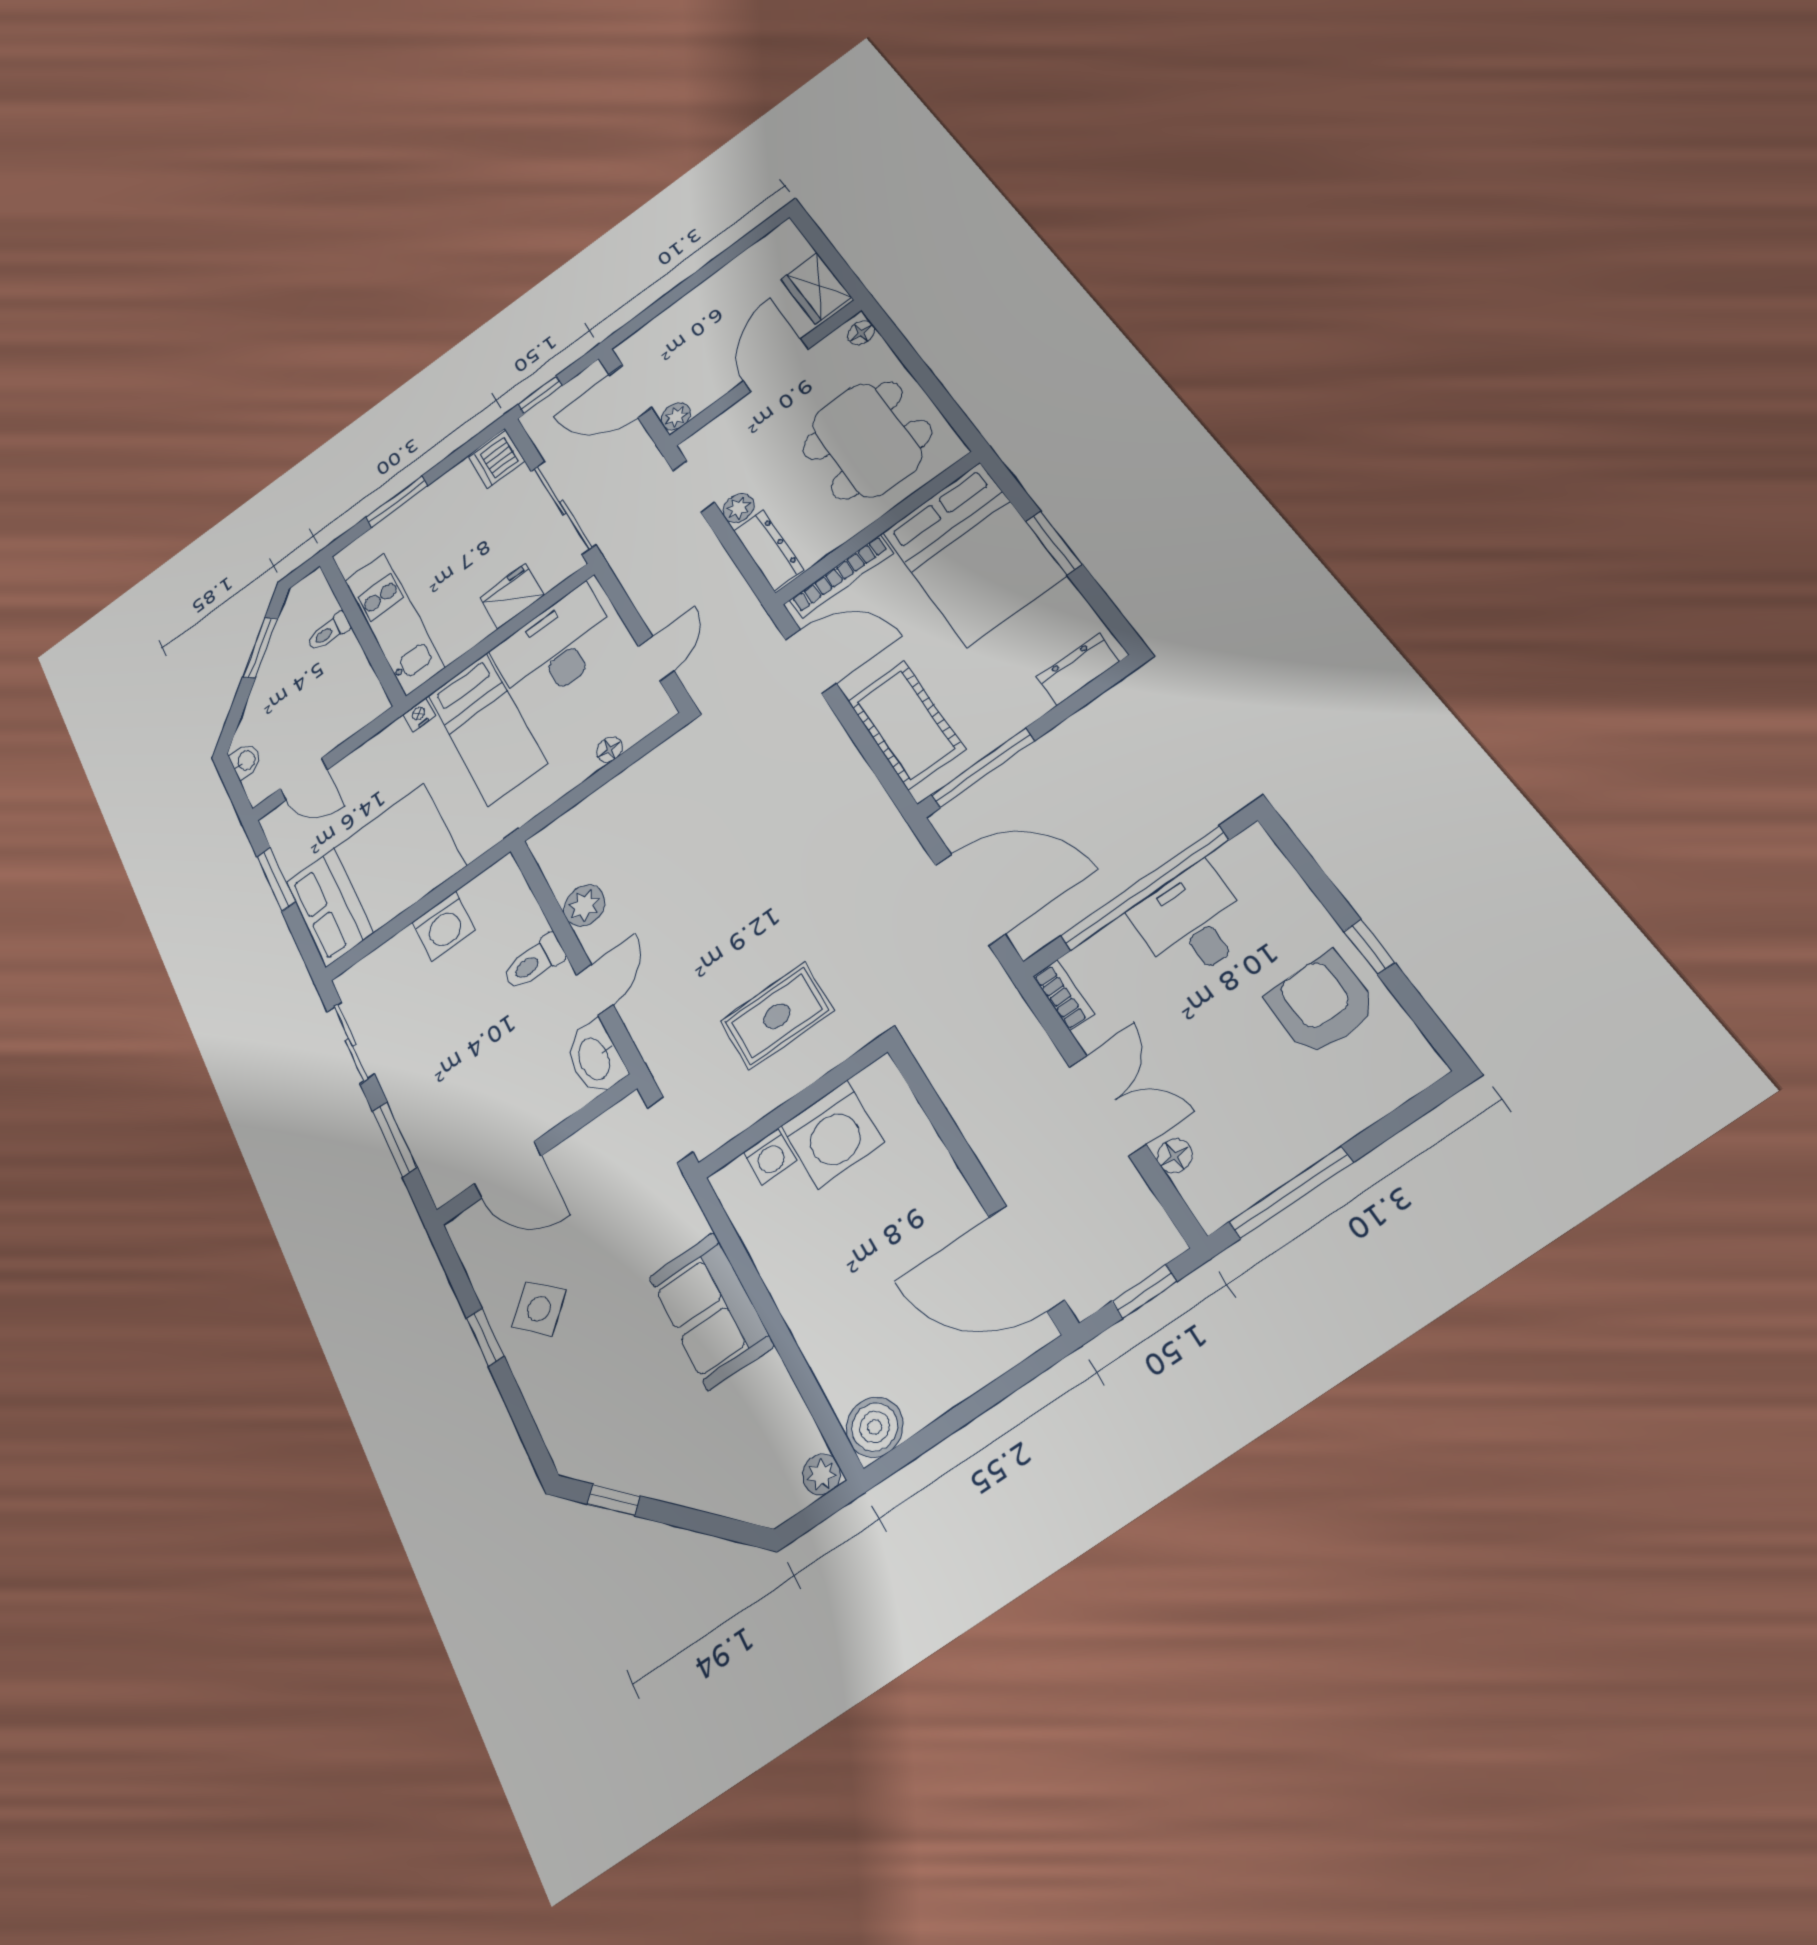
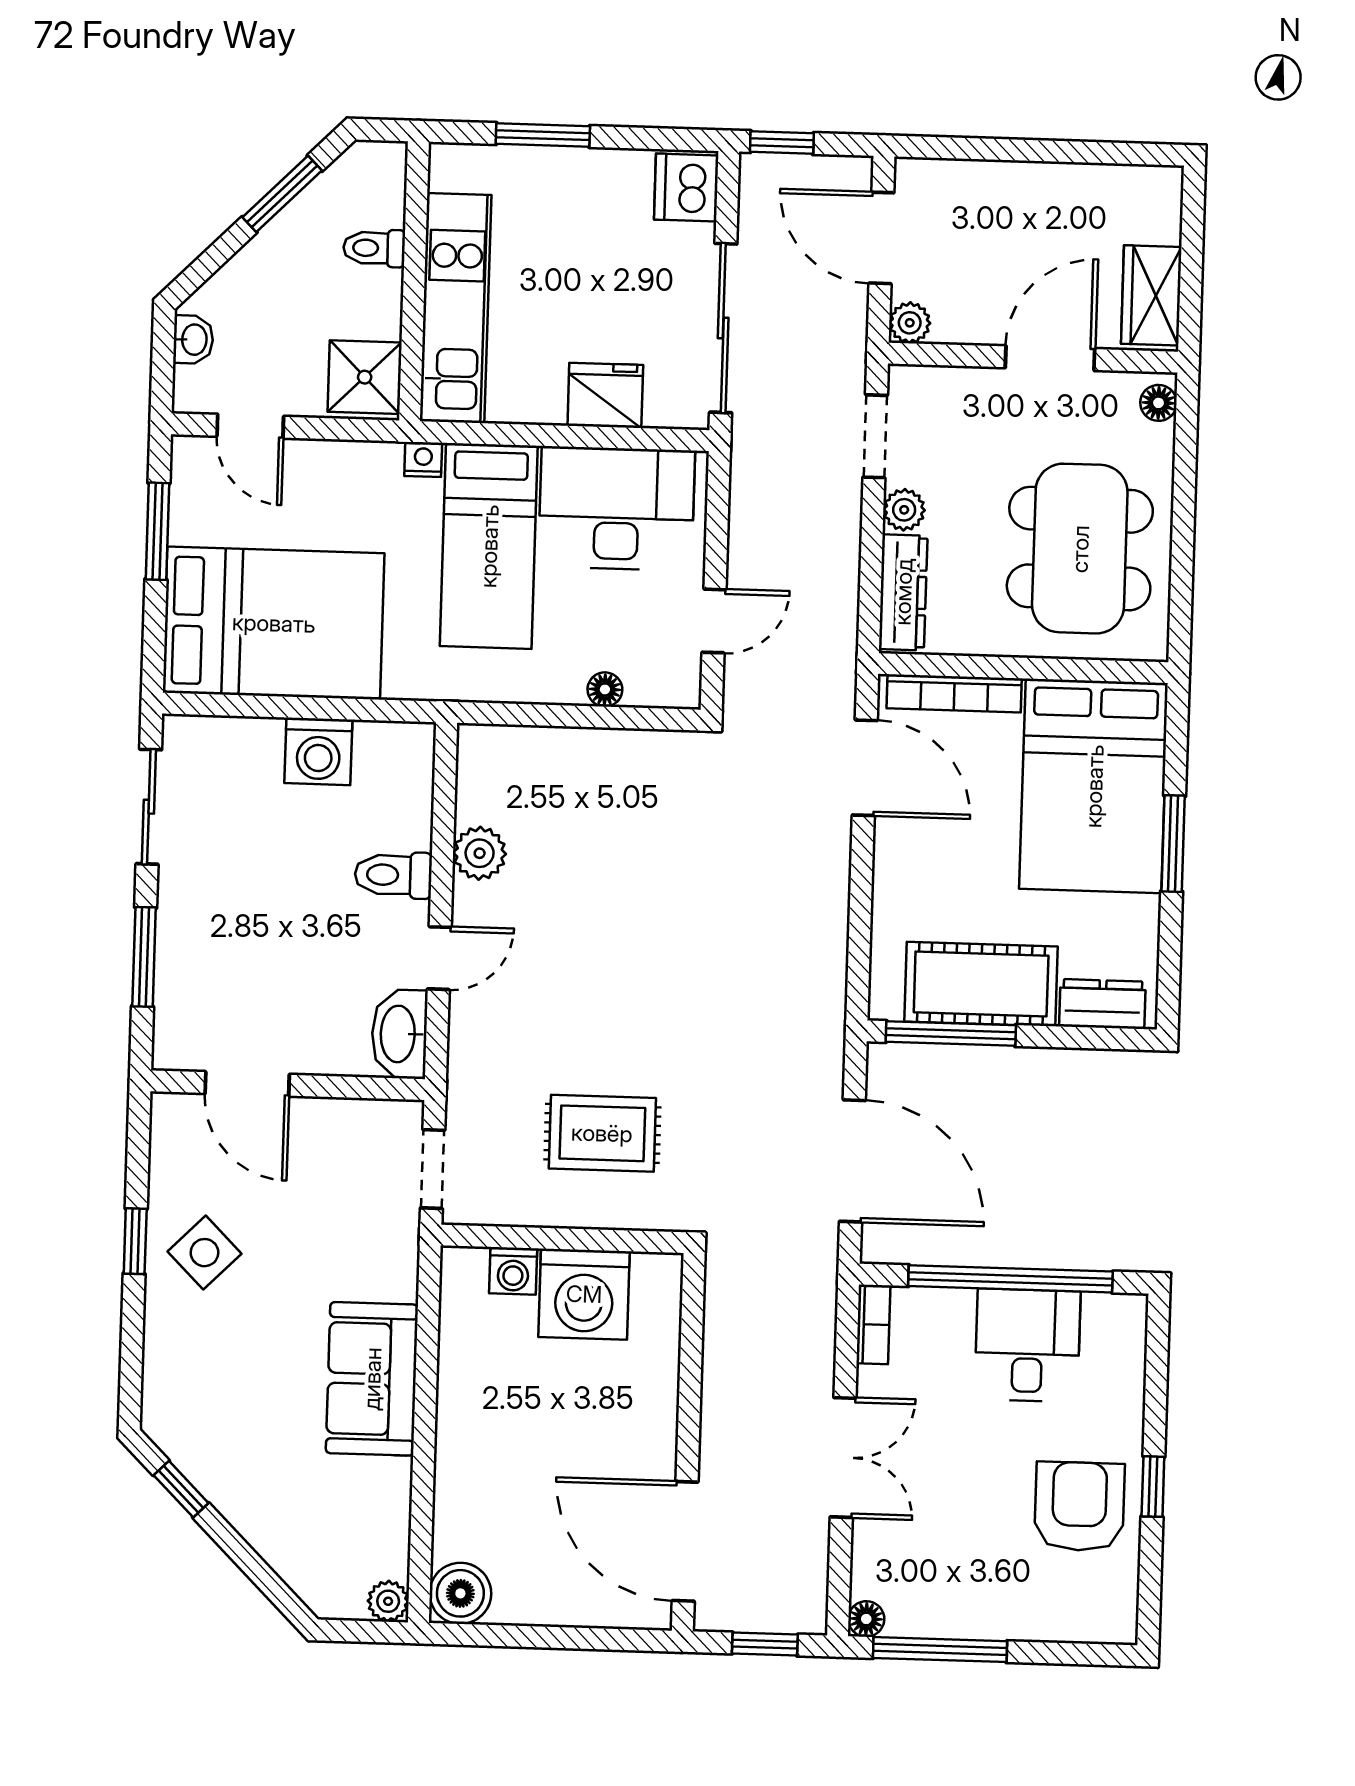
shower: (359, 700) -> (365, 377), added
cot: (906, 725) -> (981, 984), moved, turned 90
floor lamp: (1175, 1156) -> (866, 1619), moved

